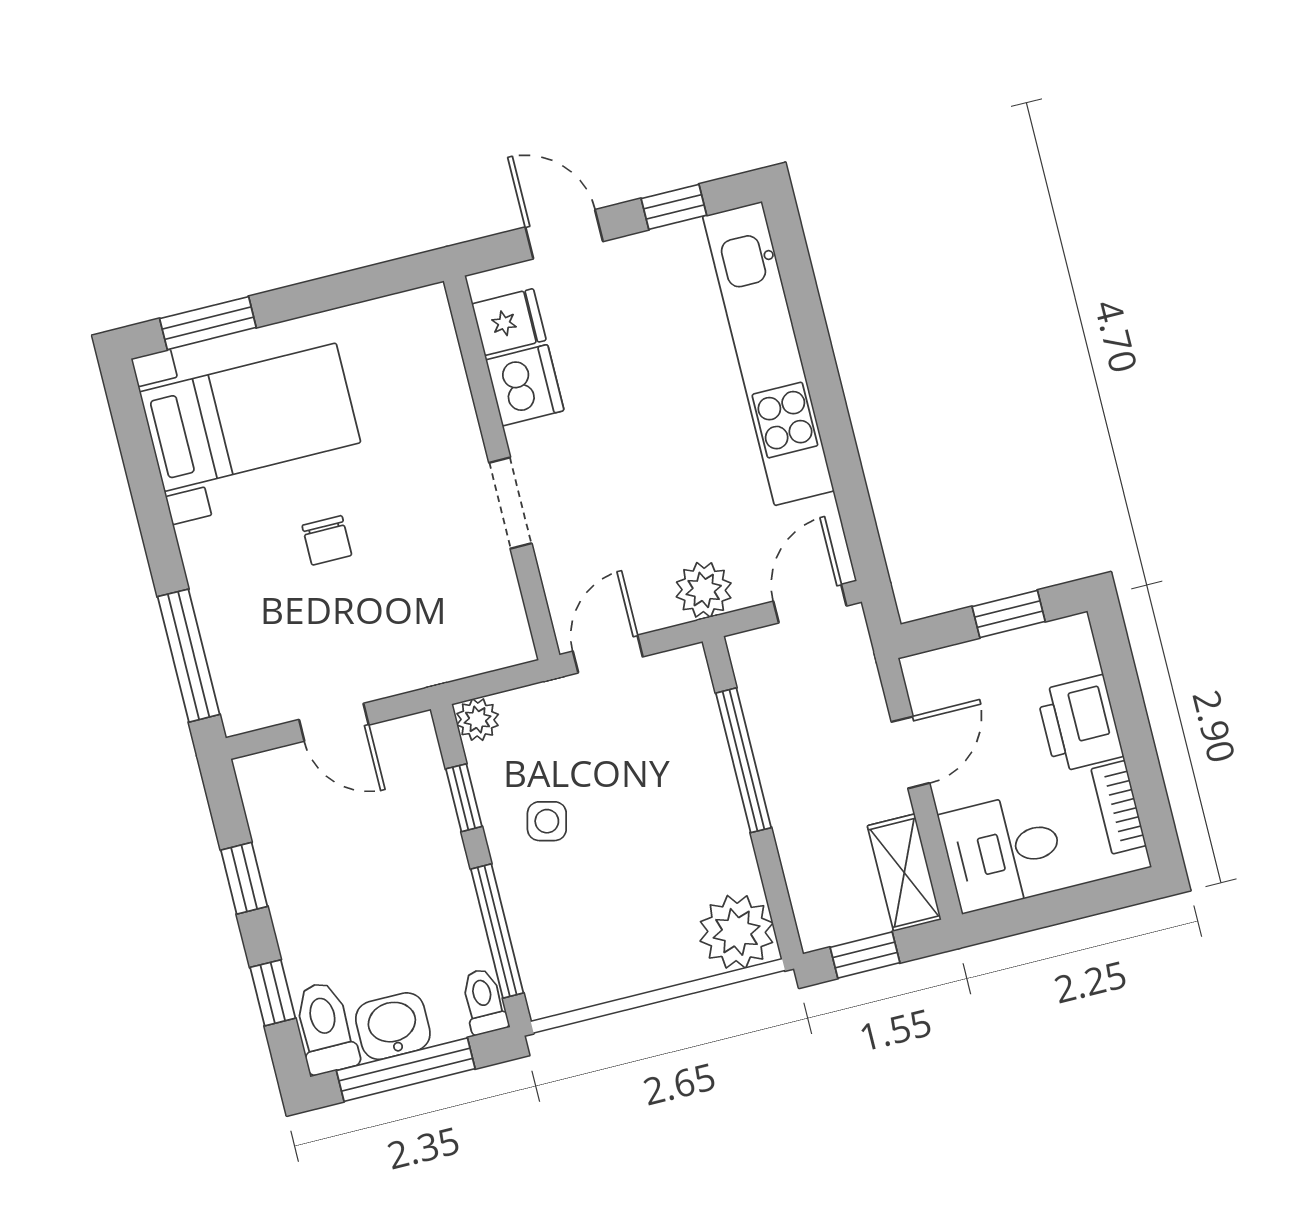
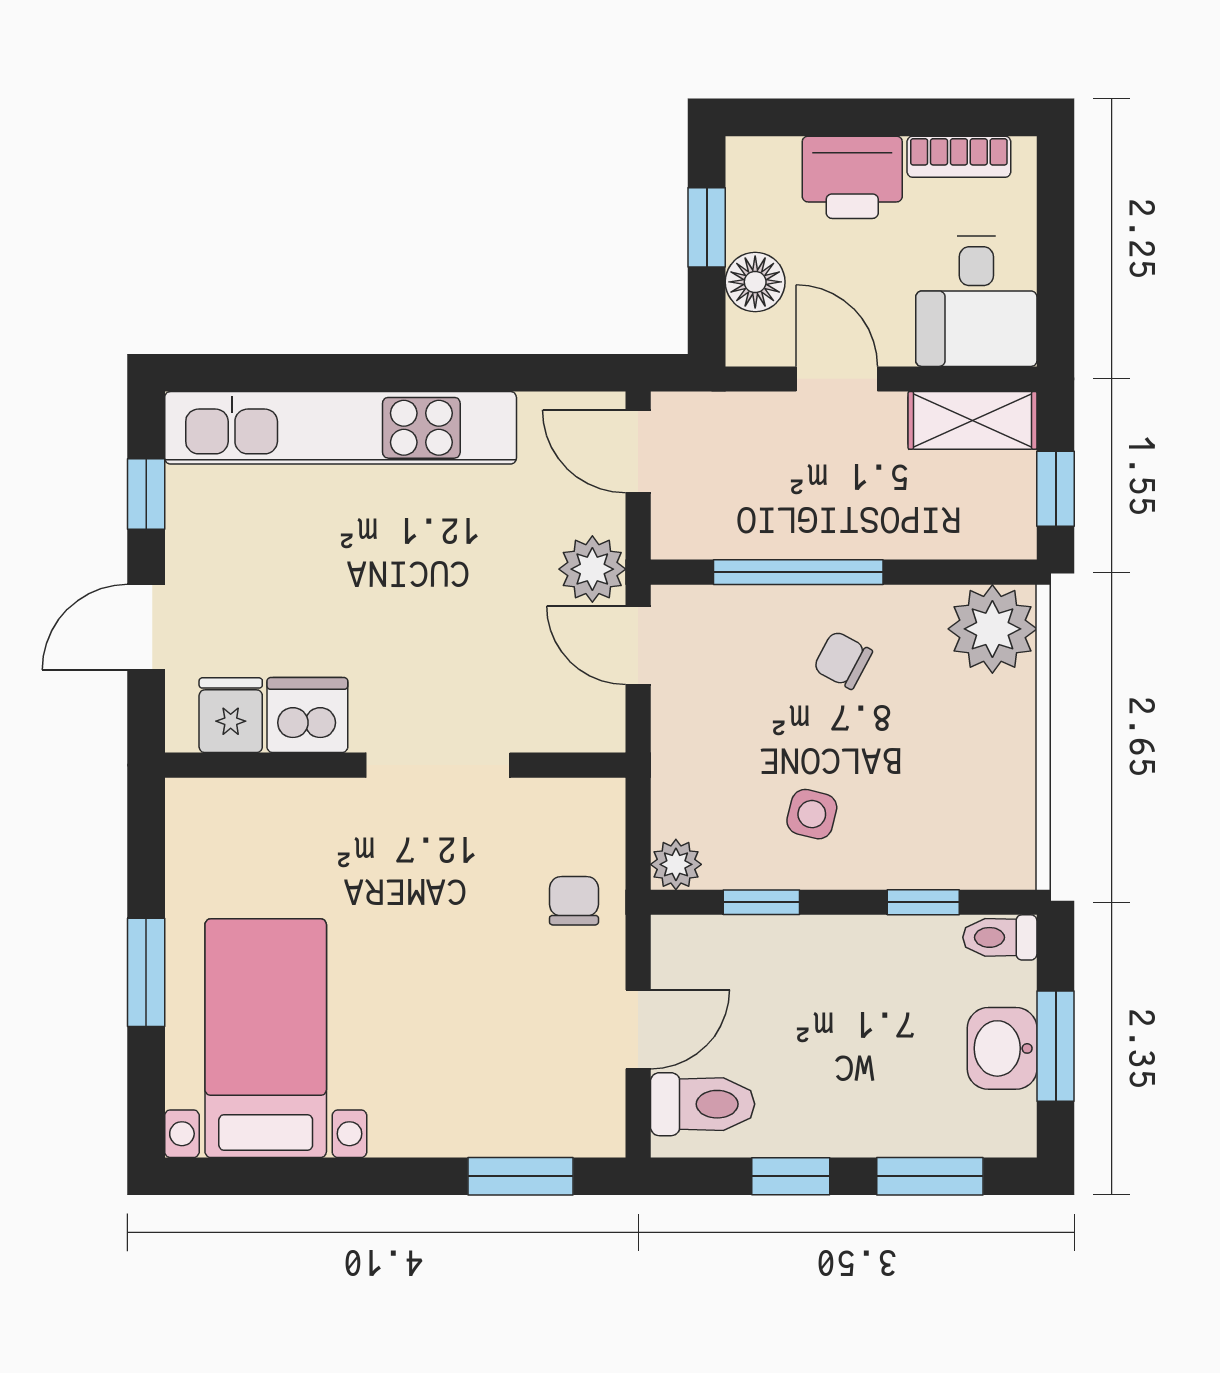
window: (208, 323) -> (146, 972), moved
doorway: (510, 503) -> (438, 765), width x1.38
chair: (327, 540) -> (574, 901), moved, turned -90
door: (608, 654) -> (638, 645), moved
window: (189, 656) -> (521, 1176), width x0.69
floor lamp: (974, 665) -> (755, 282), added
chair: (680, 815) -> (843, 660), added
window: (497, 931) -> (923, 902), width x0.46
window: (273, 993) -> (930, 1176), width x1.50
toilet: (325, 1028) -> (703, 1104), moved, turned 180
window: (406, 1070) -> (1056, 1046), width x0.69

